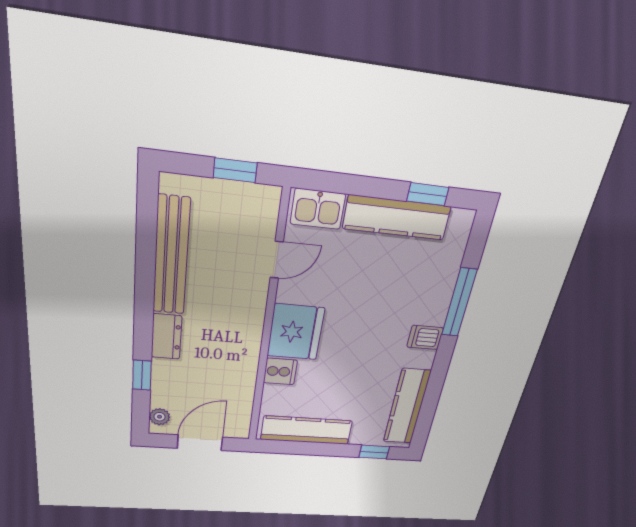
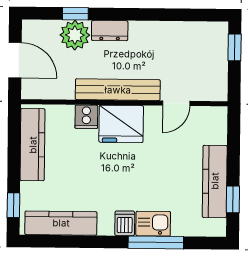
window: (235, 170) -> (235, 47), moved
kitchen sink: (318, 209) -> (153, 224), moved, turned 90
bench: (171, 256) -> (118, 90), moved
door: (277, 260) -> (176, 103), hinge flipped
plant: (160, 417) -> (75, 35), moved, width x1.88, depth x1.88

